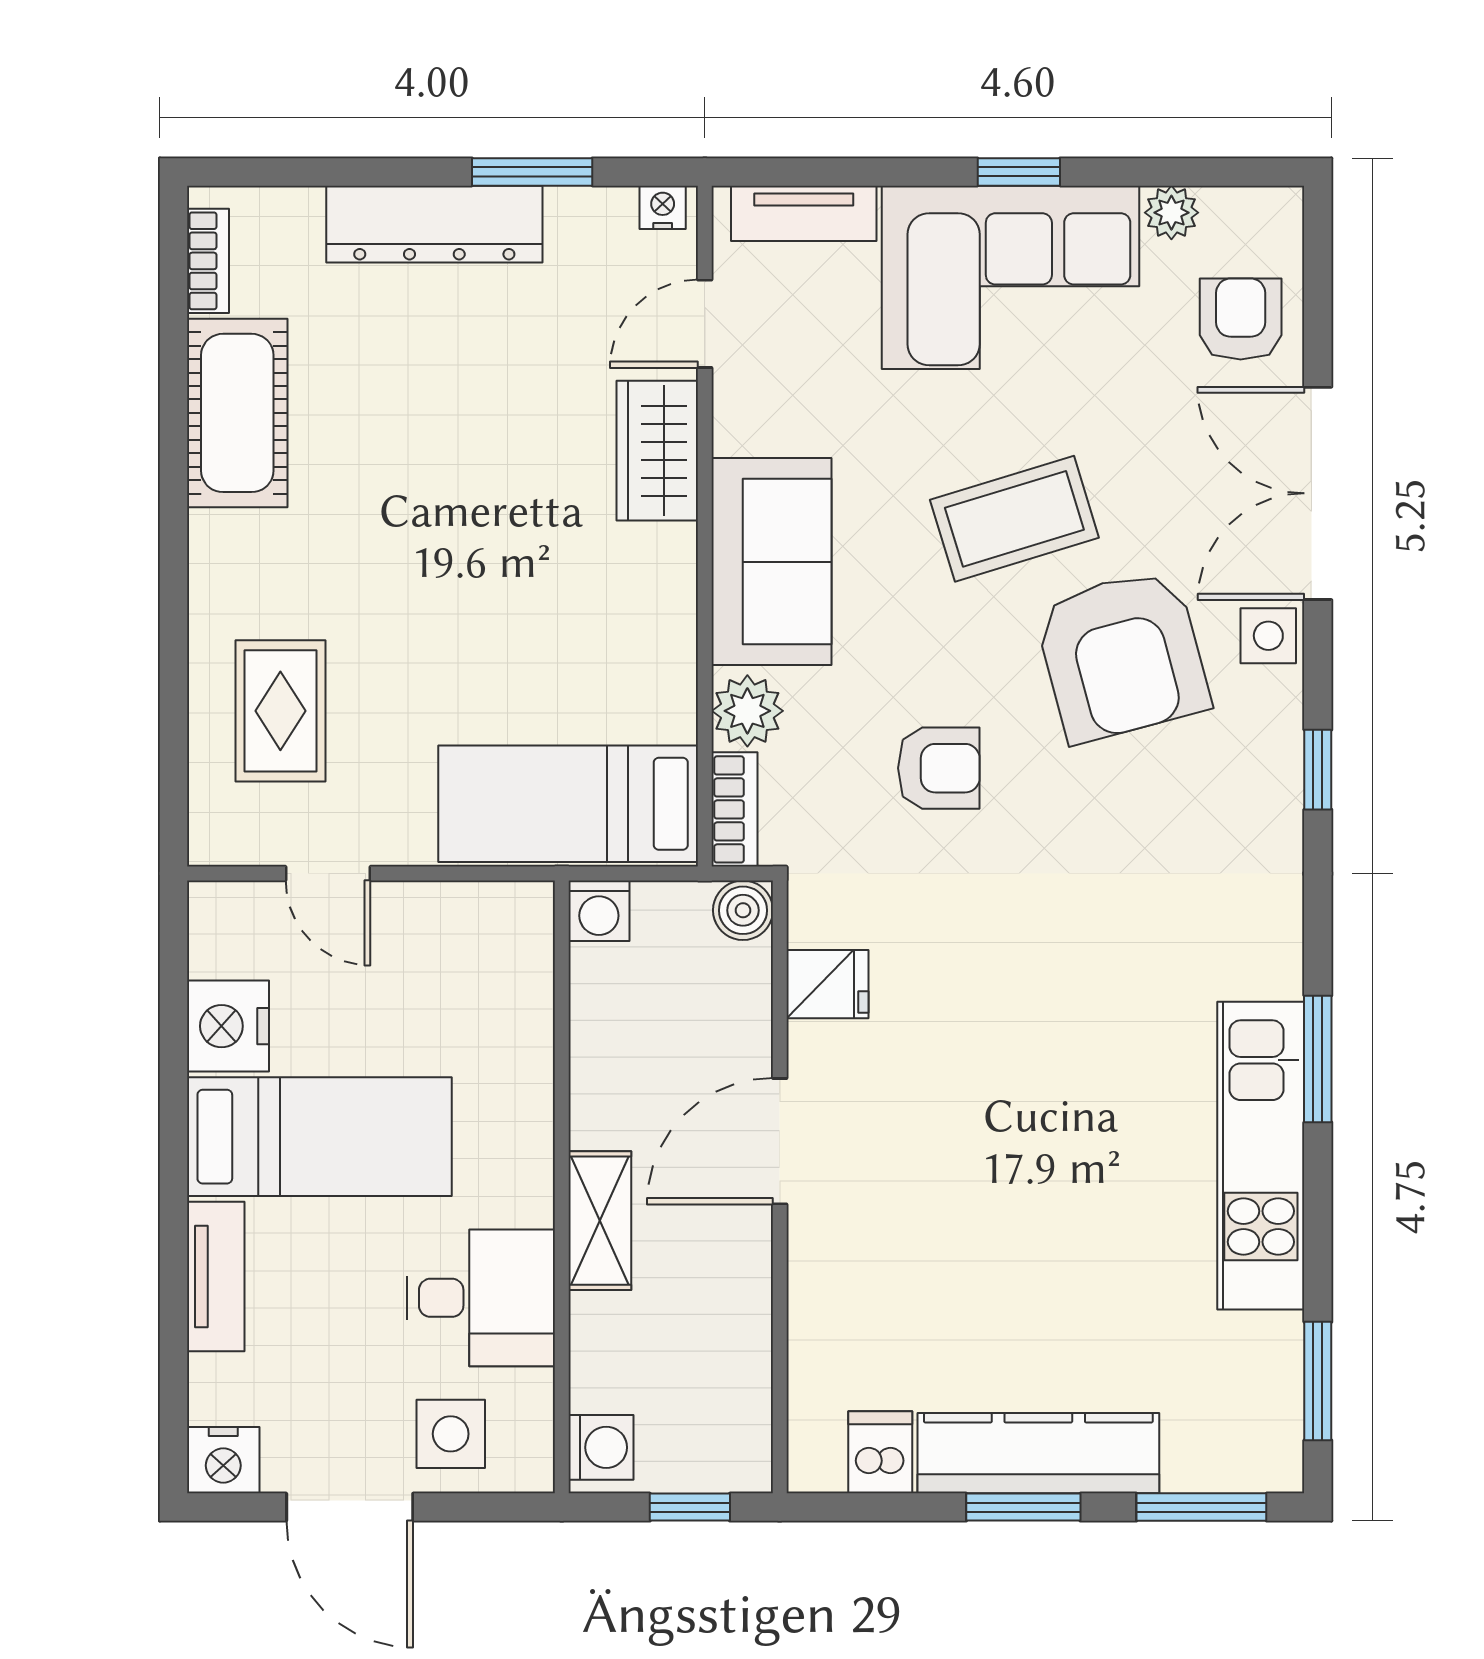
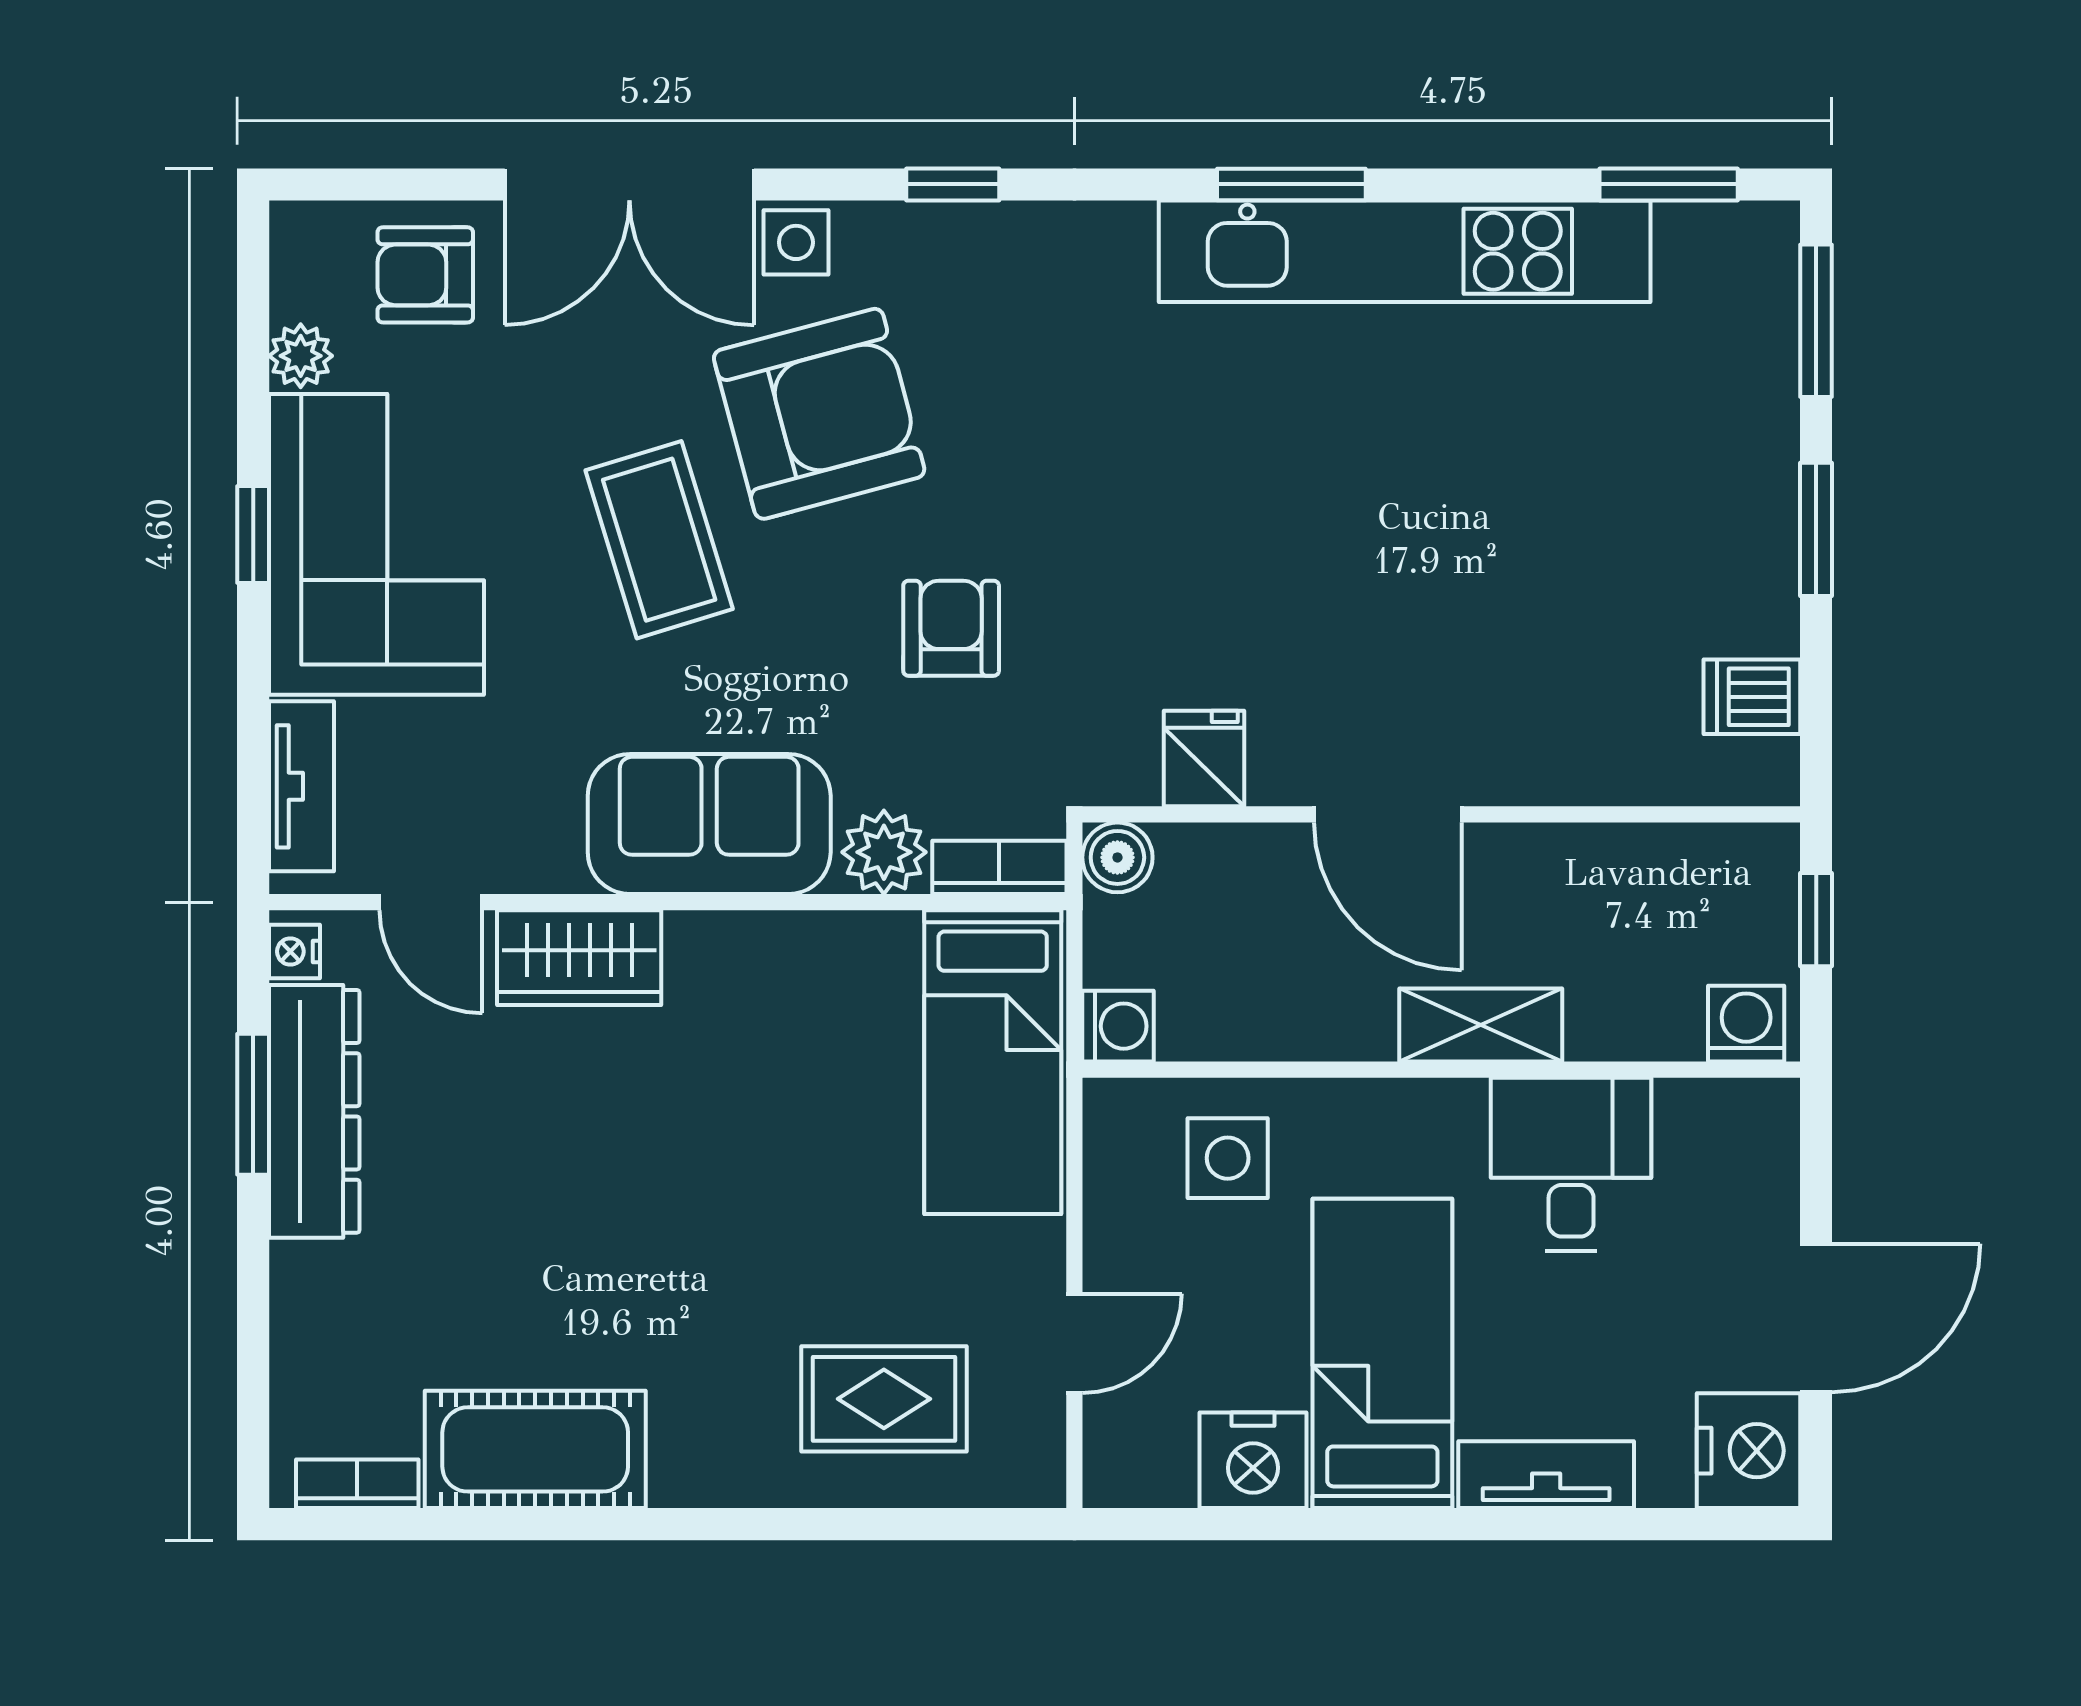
dresser: (434, 224) -> (314, 1111), moved
kitchen unit: (1261, 1156) -> (1405, 251), width x1.36
side table: (451, 1434) -> (1228, 1158), moved
kitchen counter: (1038, 1453) -> (1753, 512), removed
nightstand: (223, 1460) -> (1748, 1451), width x1.36, depth x1.33

